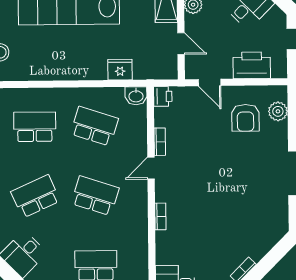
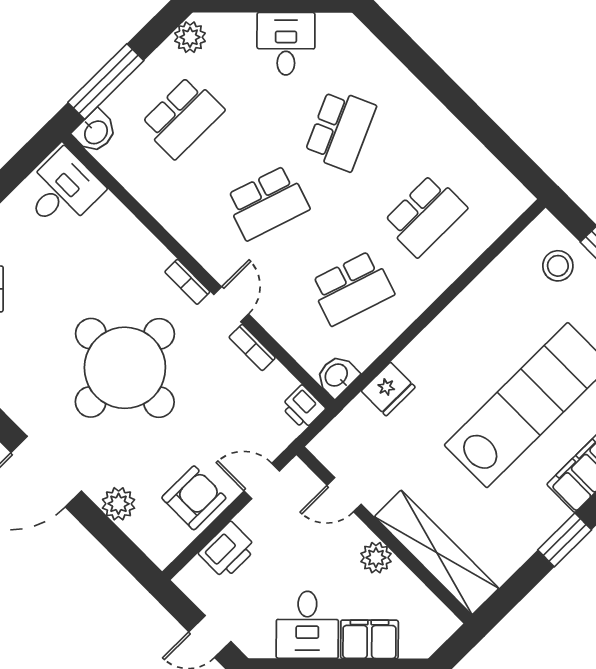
printer: (252, 65) -> (228, 550), width x0.73, depth x0.84
plant: (278, 111) -> (119, 504), moved
armchair: (245, 118) -> (194, 498), moved, turned 90
round table: (221, 185) -> (125, 368), added
bookcase: (160, 216) -> (187, 282), moved

